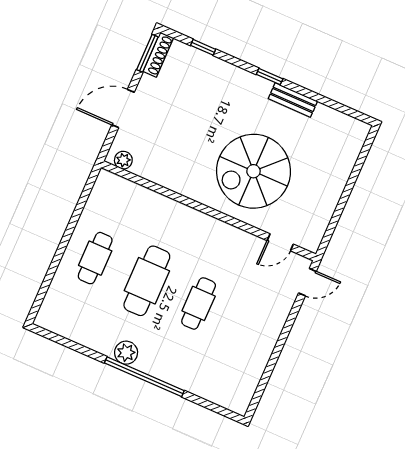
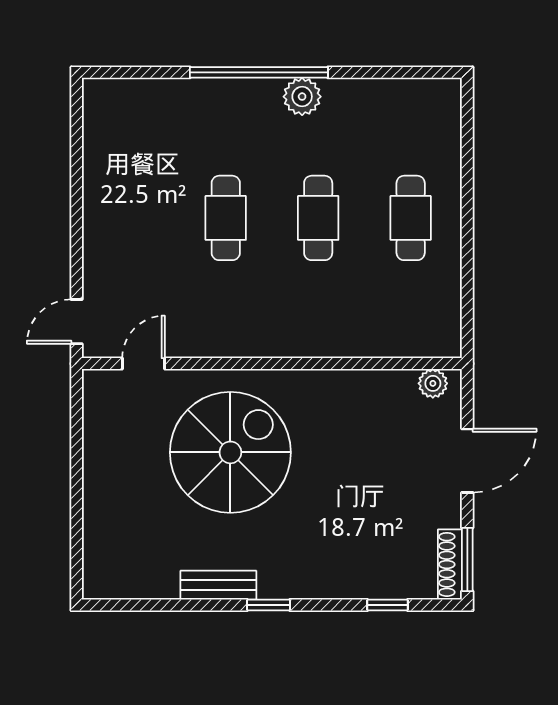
cafe table: (147, 281) -> (318, 218), width x0.73, depth x0.74

